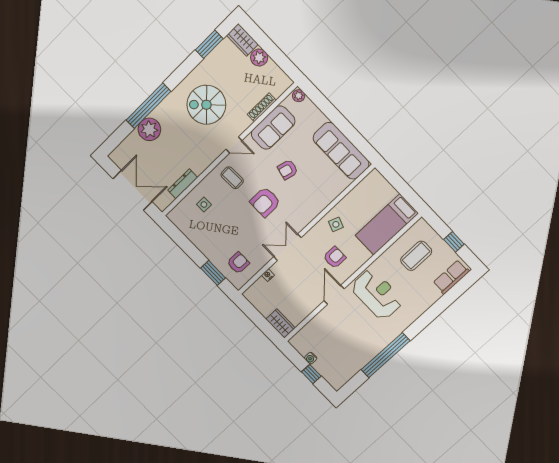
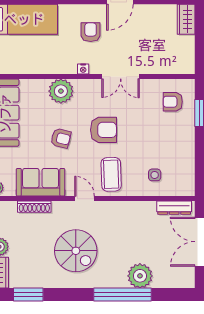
coffee table: (232, 178) -> (111, 174), width x1.36, depth x1.30
dresser: (183, 184) -> (174, 208), moved
plant: (317, 201) -> (61, 91), added
side table: (336, 224) -> (64, 58), removed
armchair: (335, 257) -> (91, 32), turned 90
nightstand: (268, 275) -> (83, 69), moved

